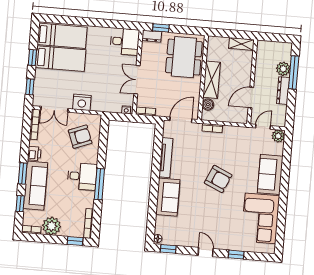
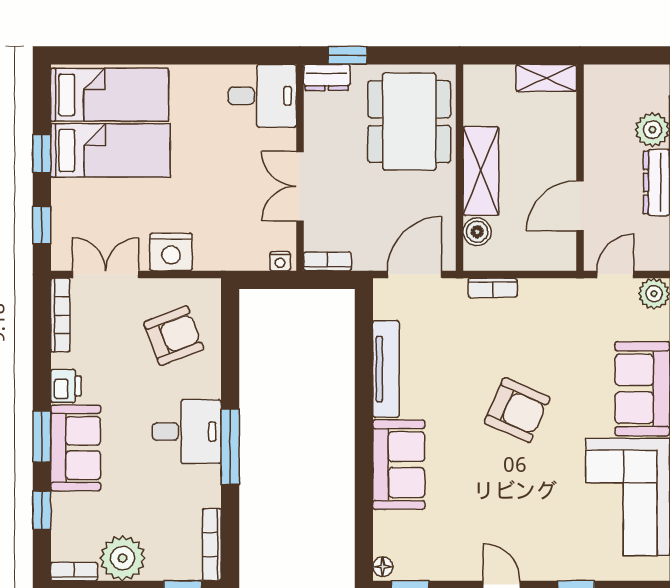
double door: (54, 109) -> (106, 274), swing flipped
sofa: (36, 186) -> (76, 448), width x0.73

